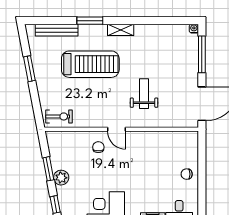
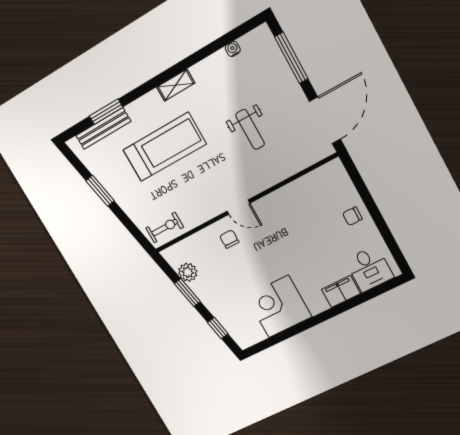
window: (90, 21) -> (106, 112), moved
water cooler: (194, 29) -> (233, 49), moved
weight bench: (144, 94) -> (250, 129), moved, turned 180
plant: (61, 178) -> (188, 272), moved

